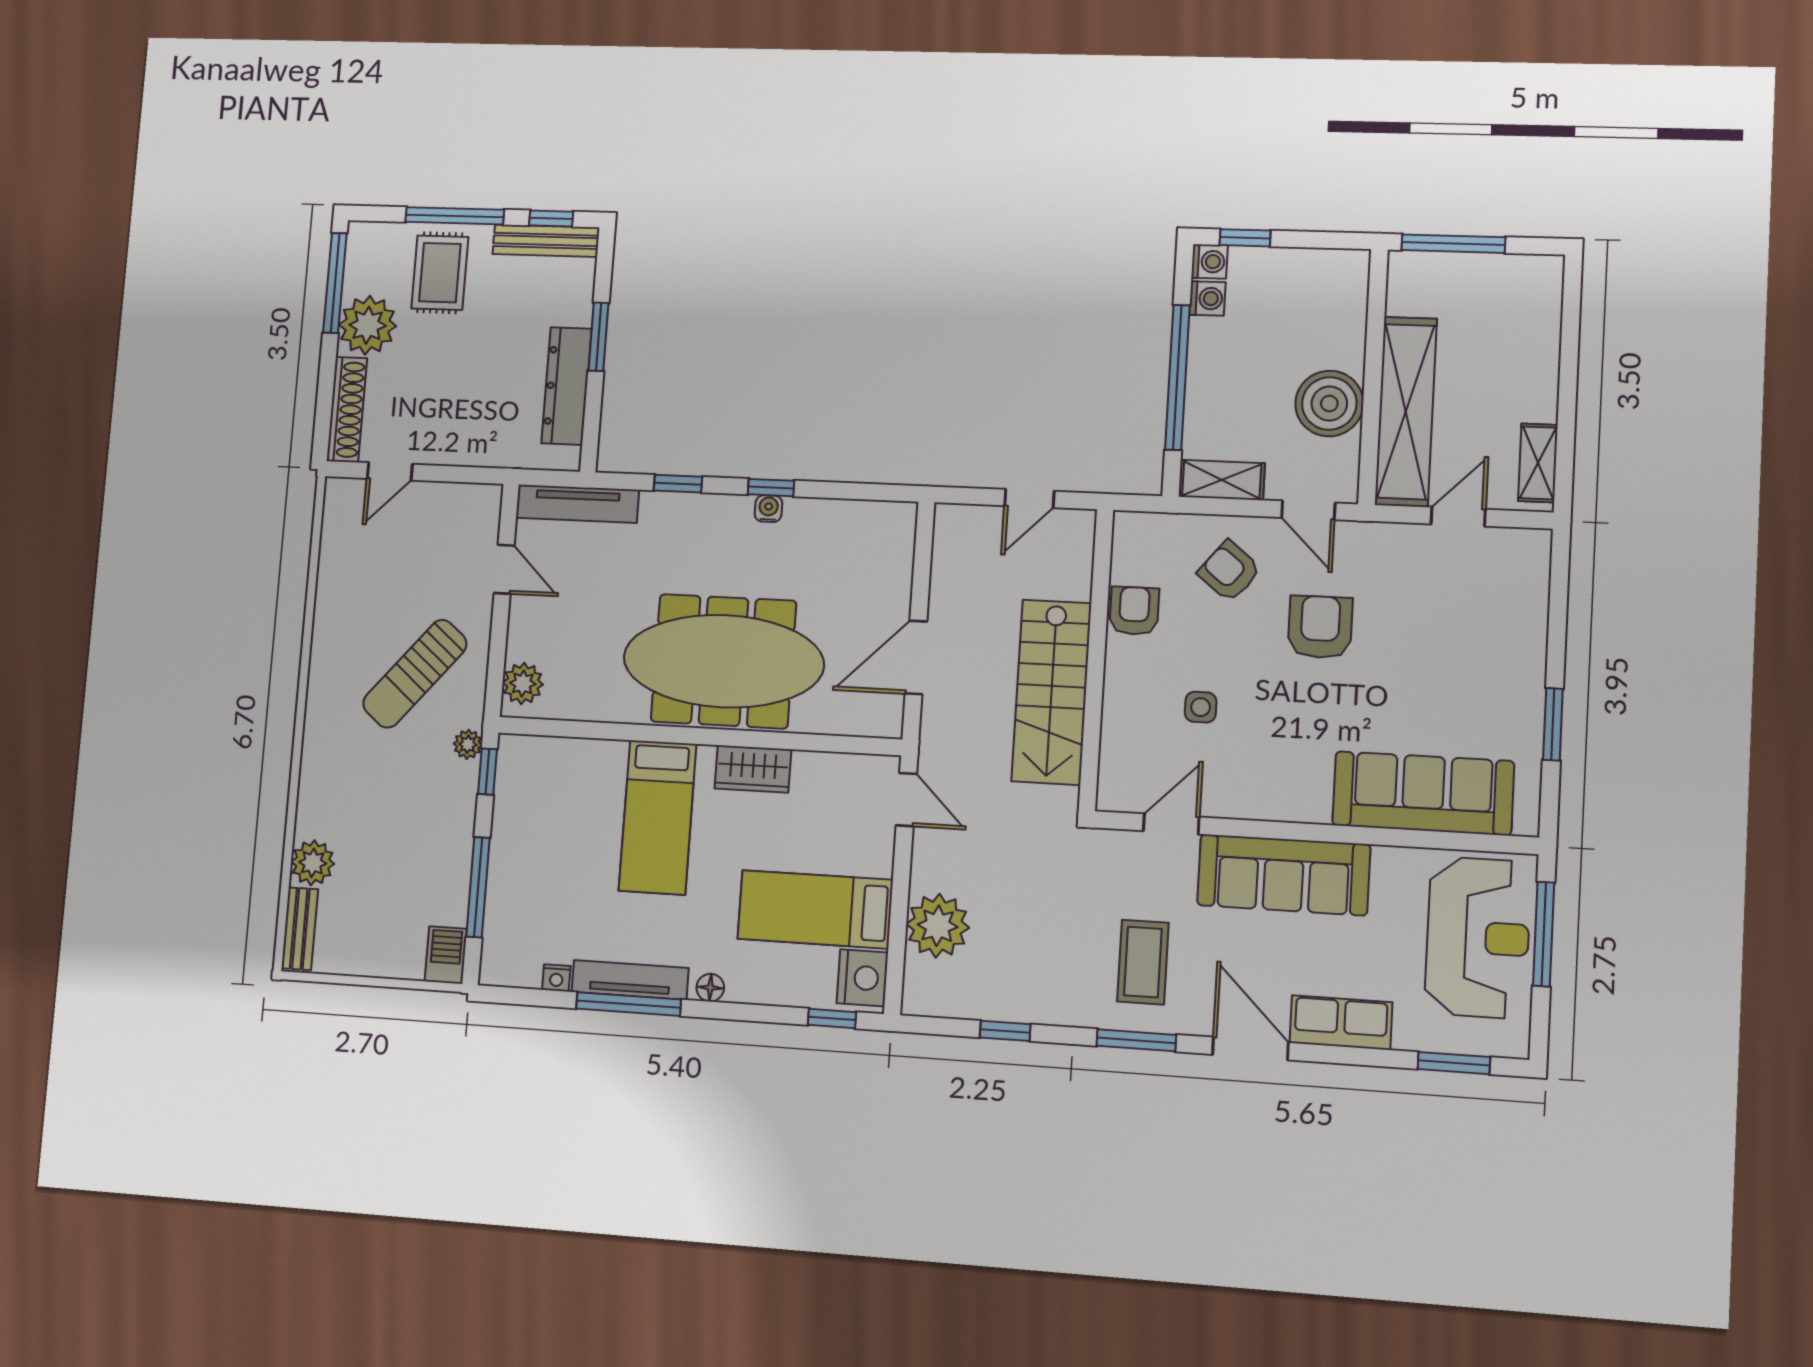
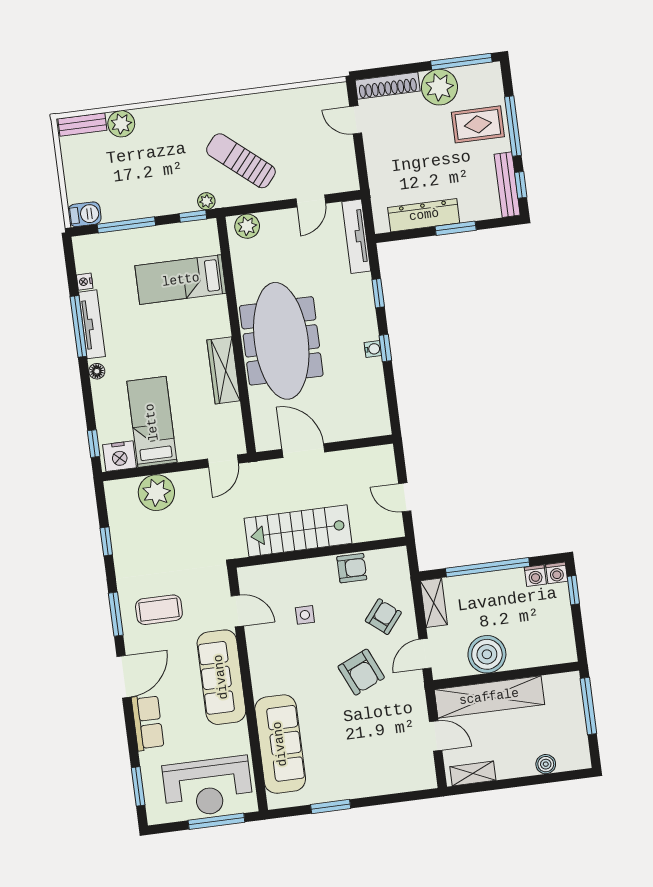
boiler: (1544, 333) -> (546, 764), added
armchair: (1320, 627) -> (361, 672), turned 66
wardrobe: (753, 769) -> (224, 370), width x1.50
bed: (658, 817) -> (181, 280), moved

